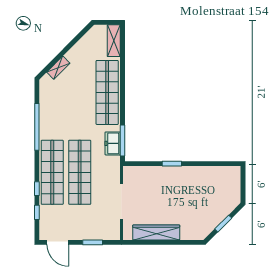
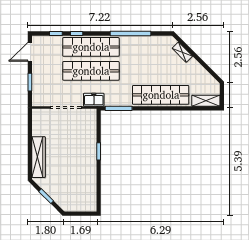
freezer: (113, 143) -> (94, 100), moved
wardrobe: (156, 232) -> (38, 157), moved

